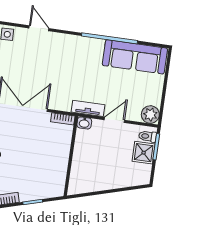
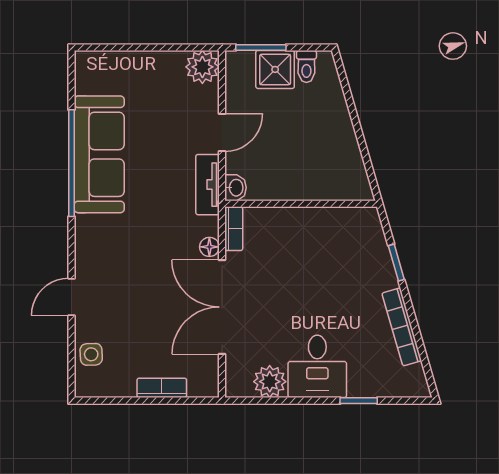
sofa: (135, 57) -> (99, 154), moved
floor lamp: (55, 105) -> (209, 247), added
door: (114, 120) -> (222, 133), swing flipped
toilet: (148, 136) -> (306, 66), moved

